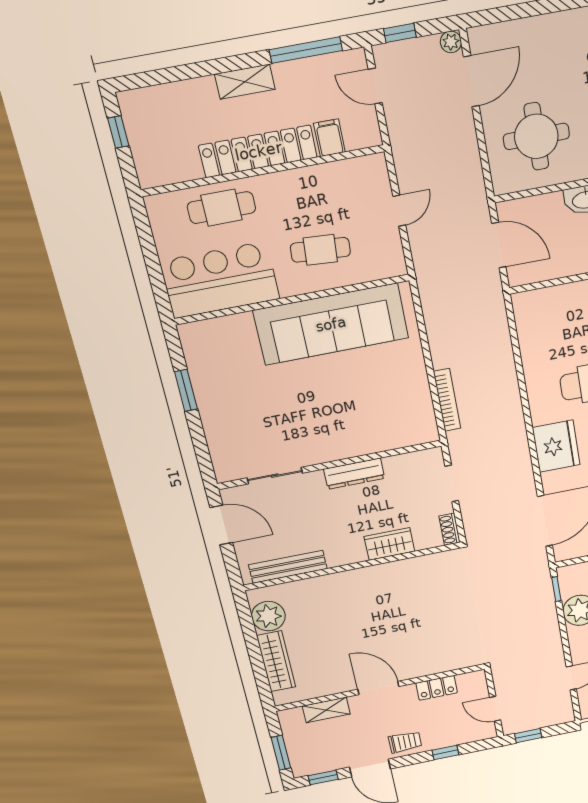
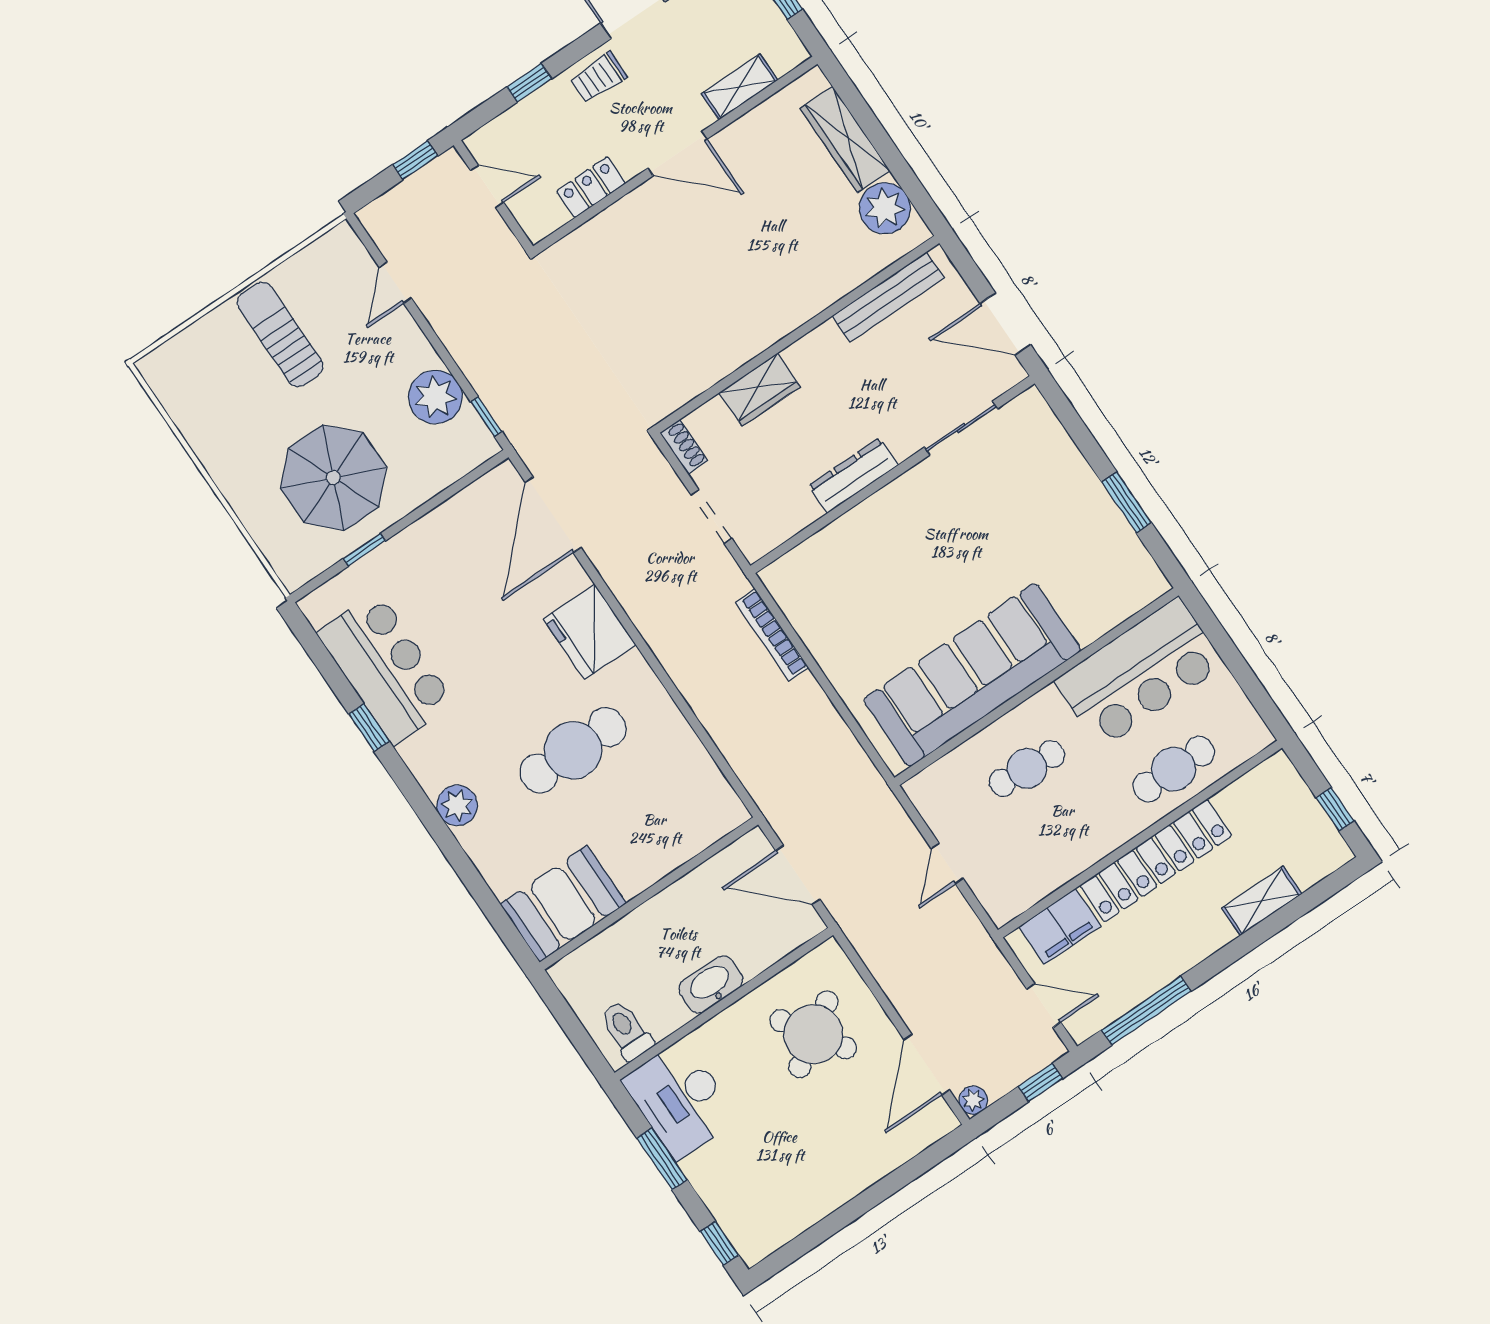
shelving: (245, 82) -> (1262, 901), moved
round table: (536, 136) -> (813, 1034), turned -33
filing cabinet: (329, 138) -> (1060, 926), width x2.00

